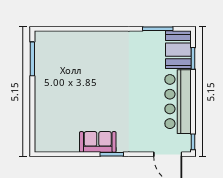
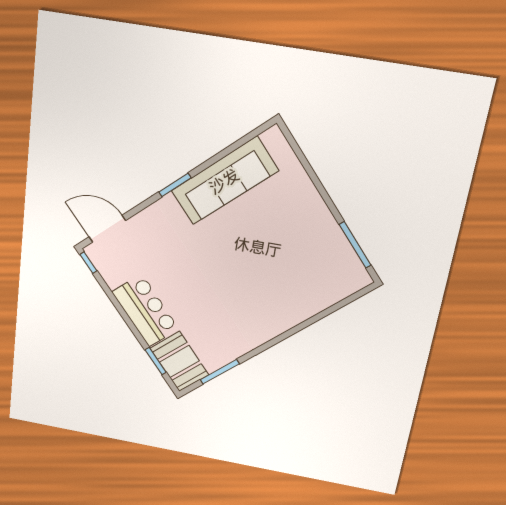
bar counter: (178, 102) -> (145, 310), width x0.73
sofa: (98, 142) -> (224, 181), width x1.85, depth x1.27

